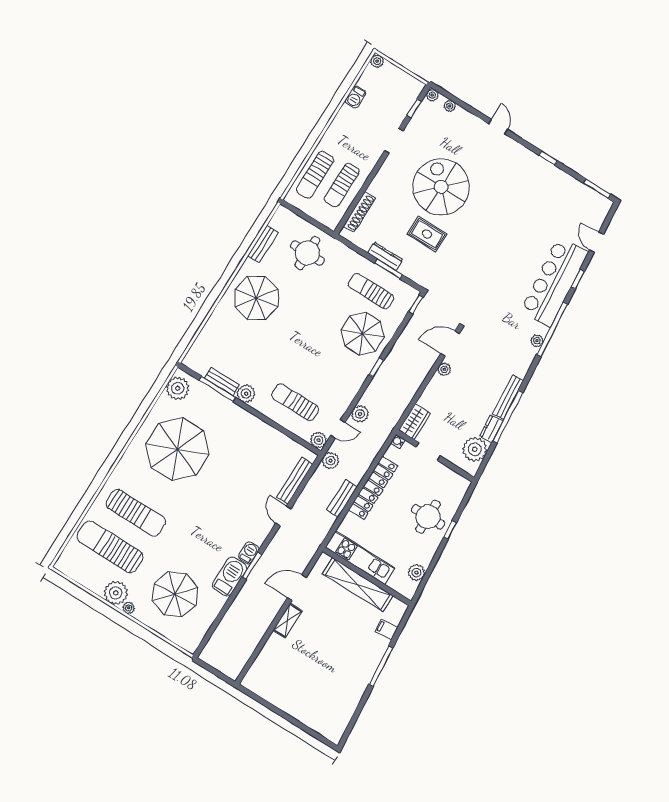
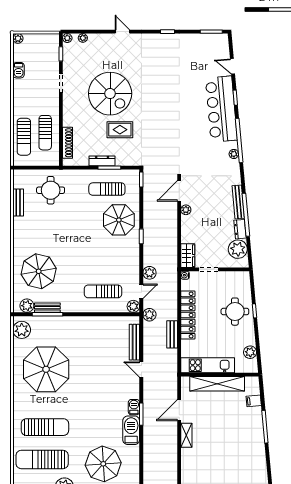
spiral stairs: (441, 187) -> (110, 94), turned 180
parasol: (256, 298) -> (39, 271), moved
plant: (246, 394) -> (27, 306), moved

